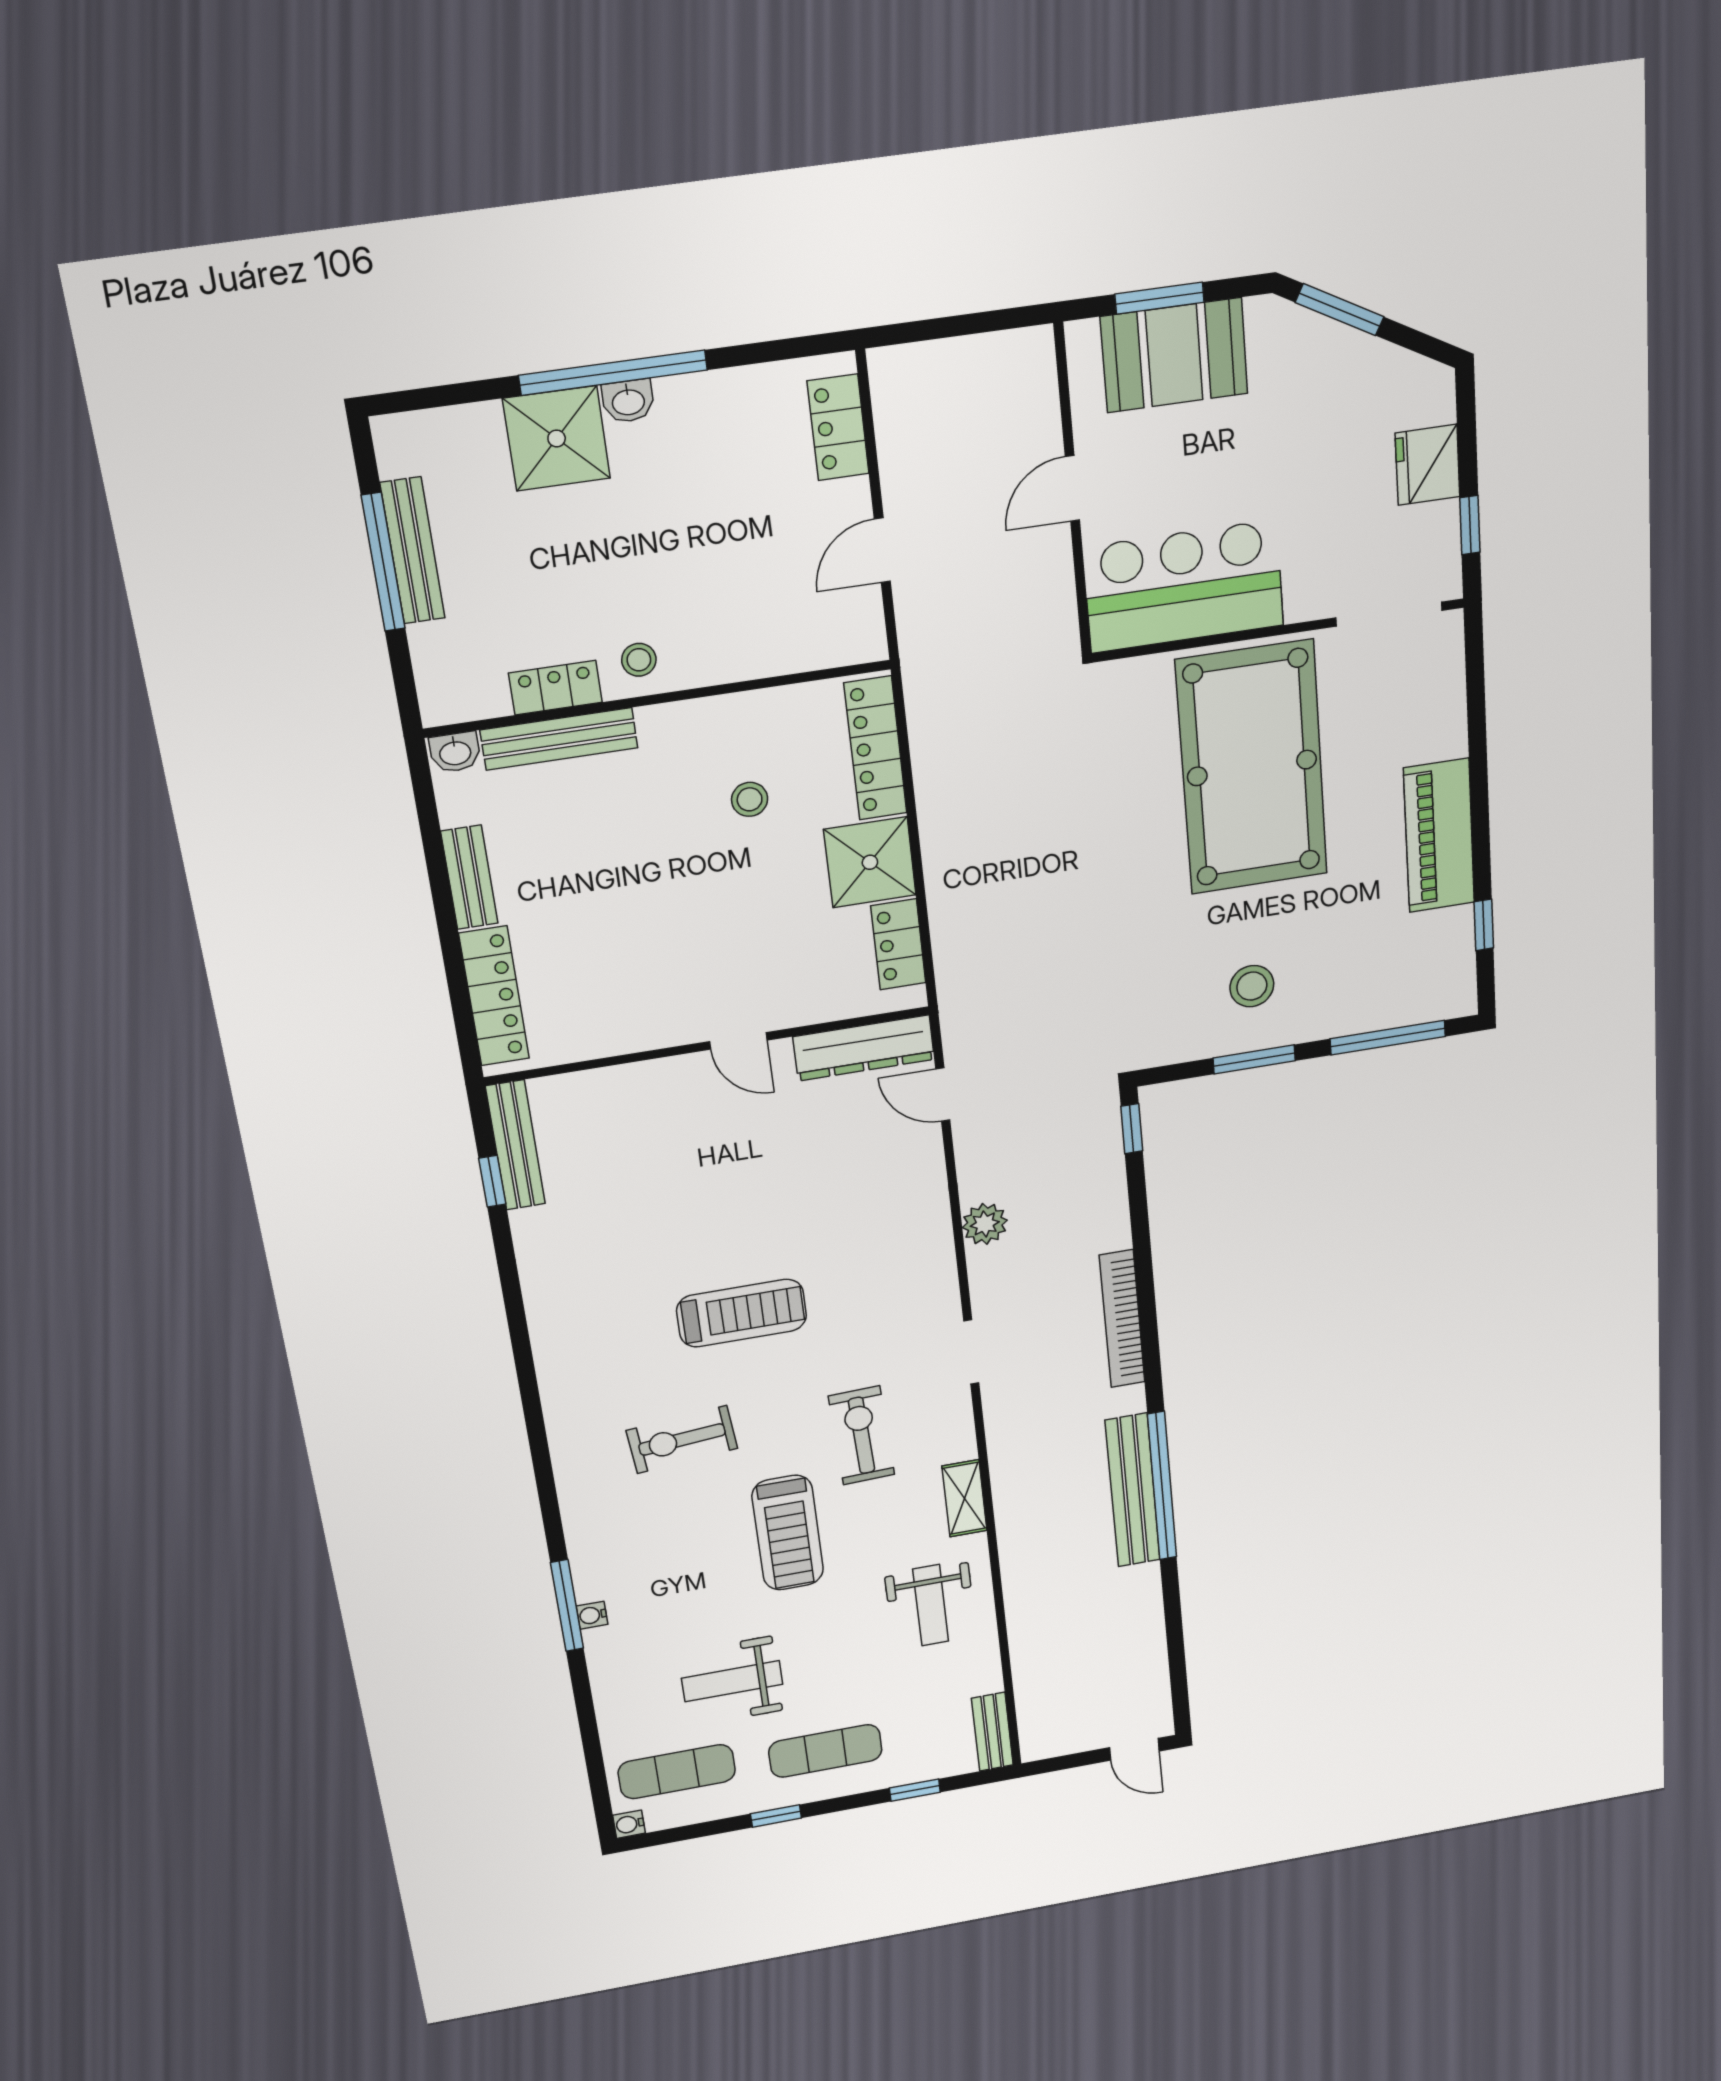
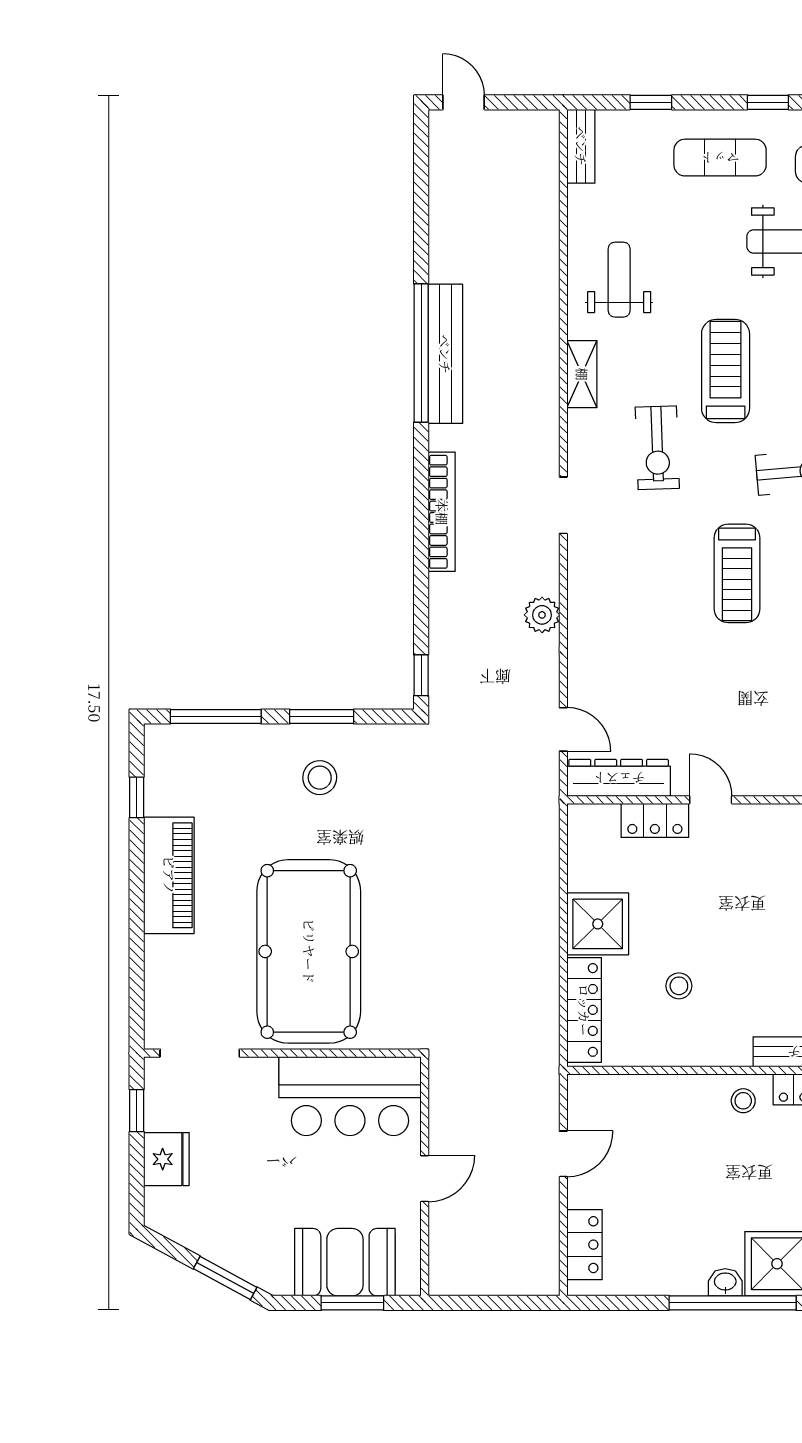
locker: (898, 944) -> (655, 820), moved, turned 90
treadmill: (742, 1313) -> (737, 573), turned -90

